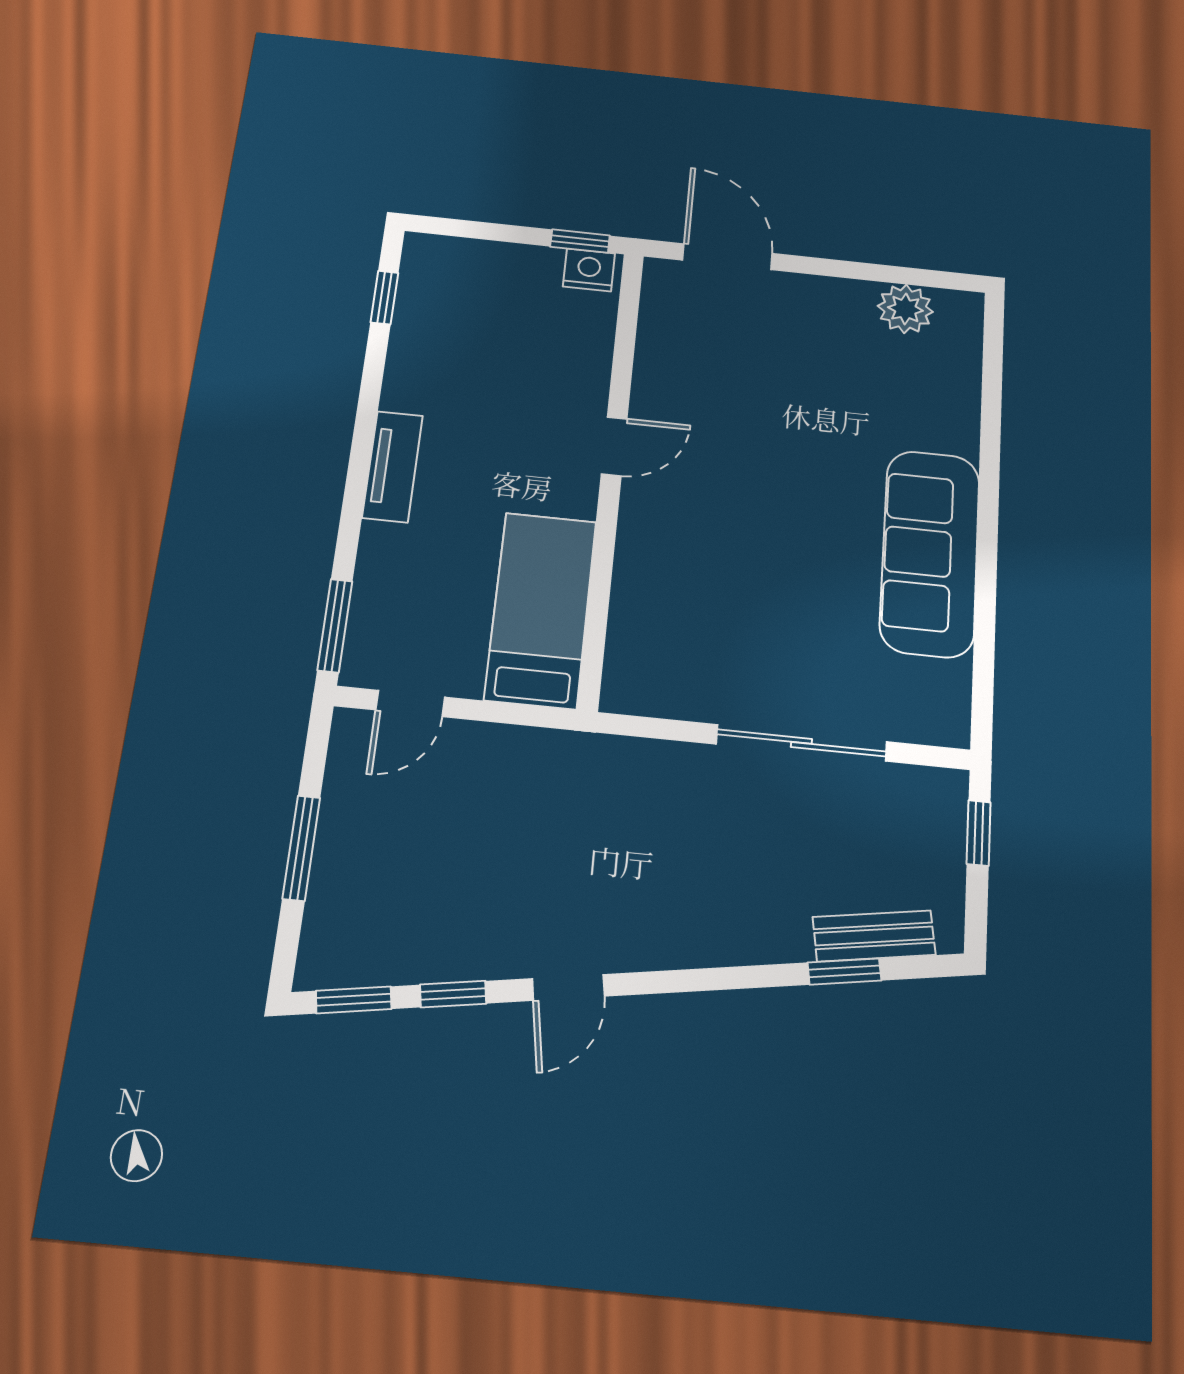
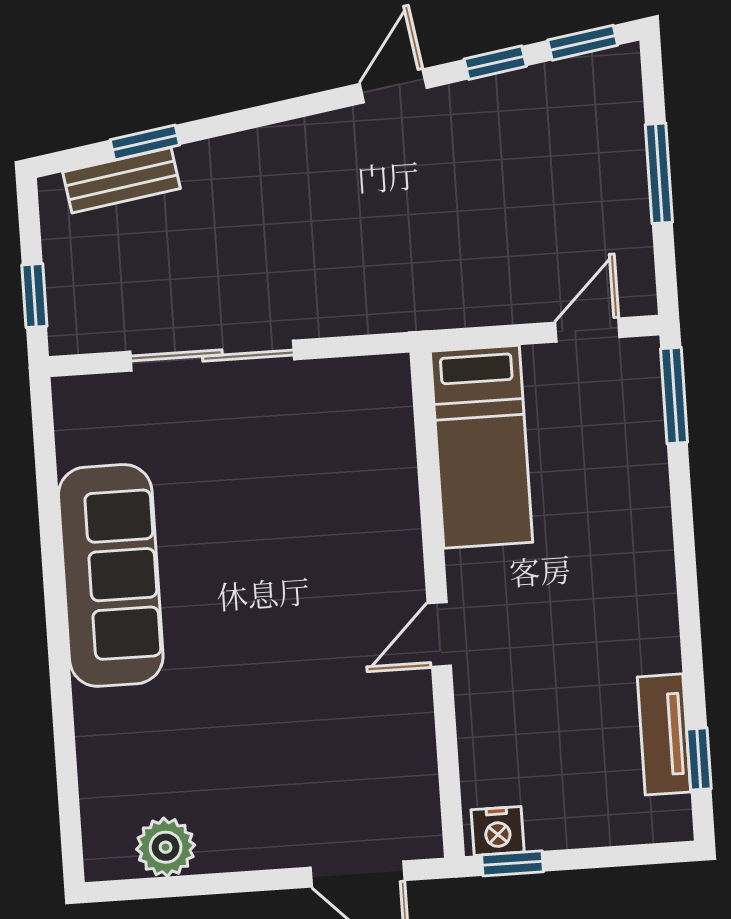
tv unit: (393, 467) -> (664, 734), moved

